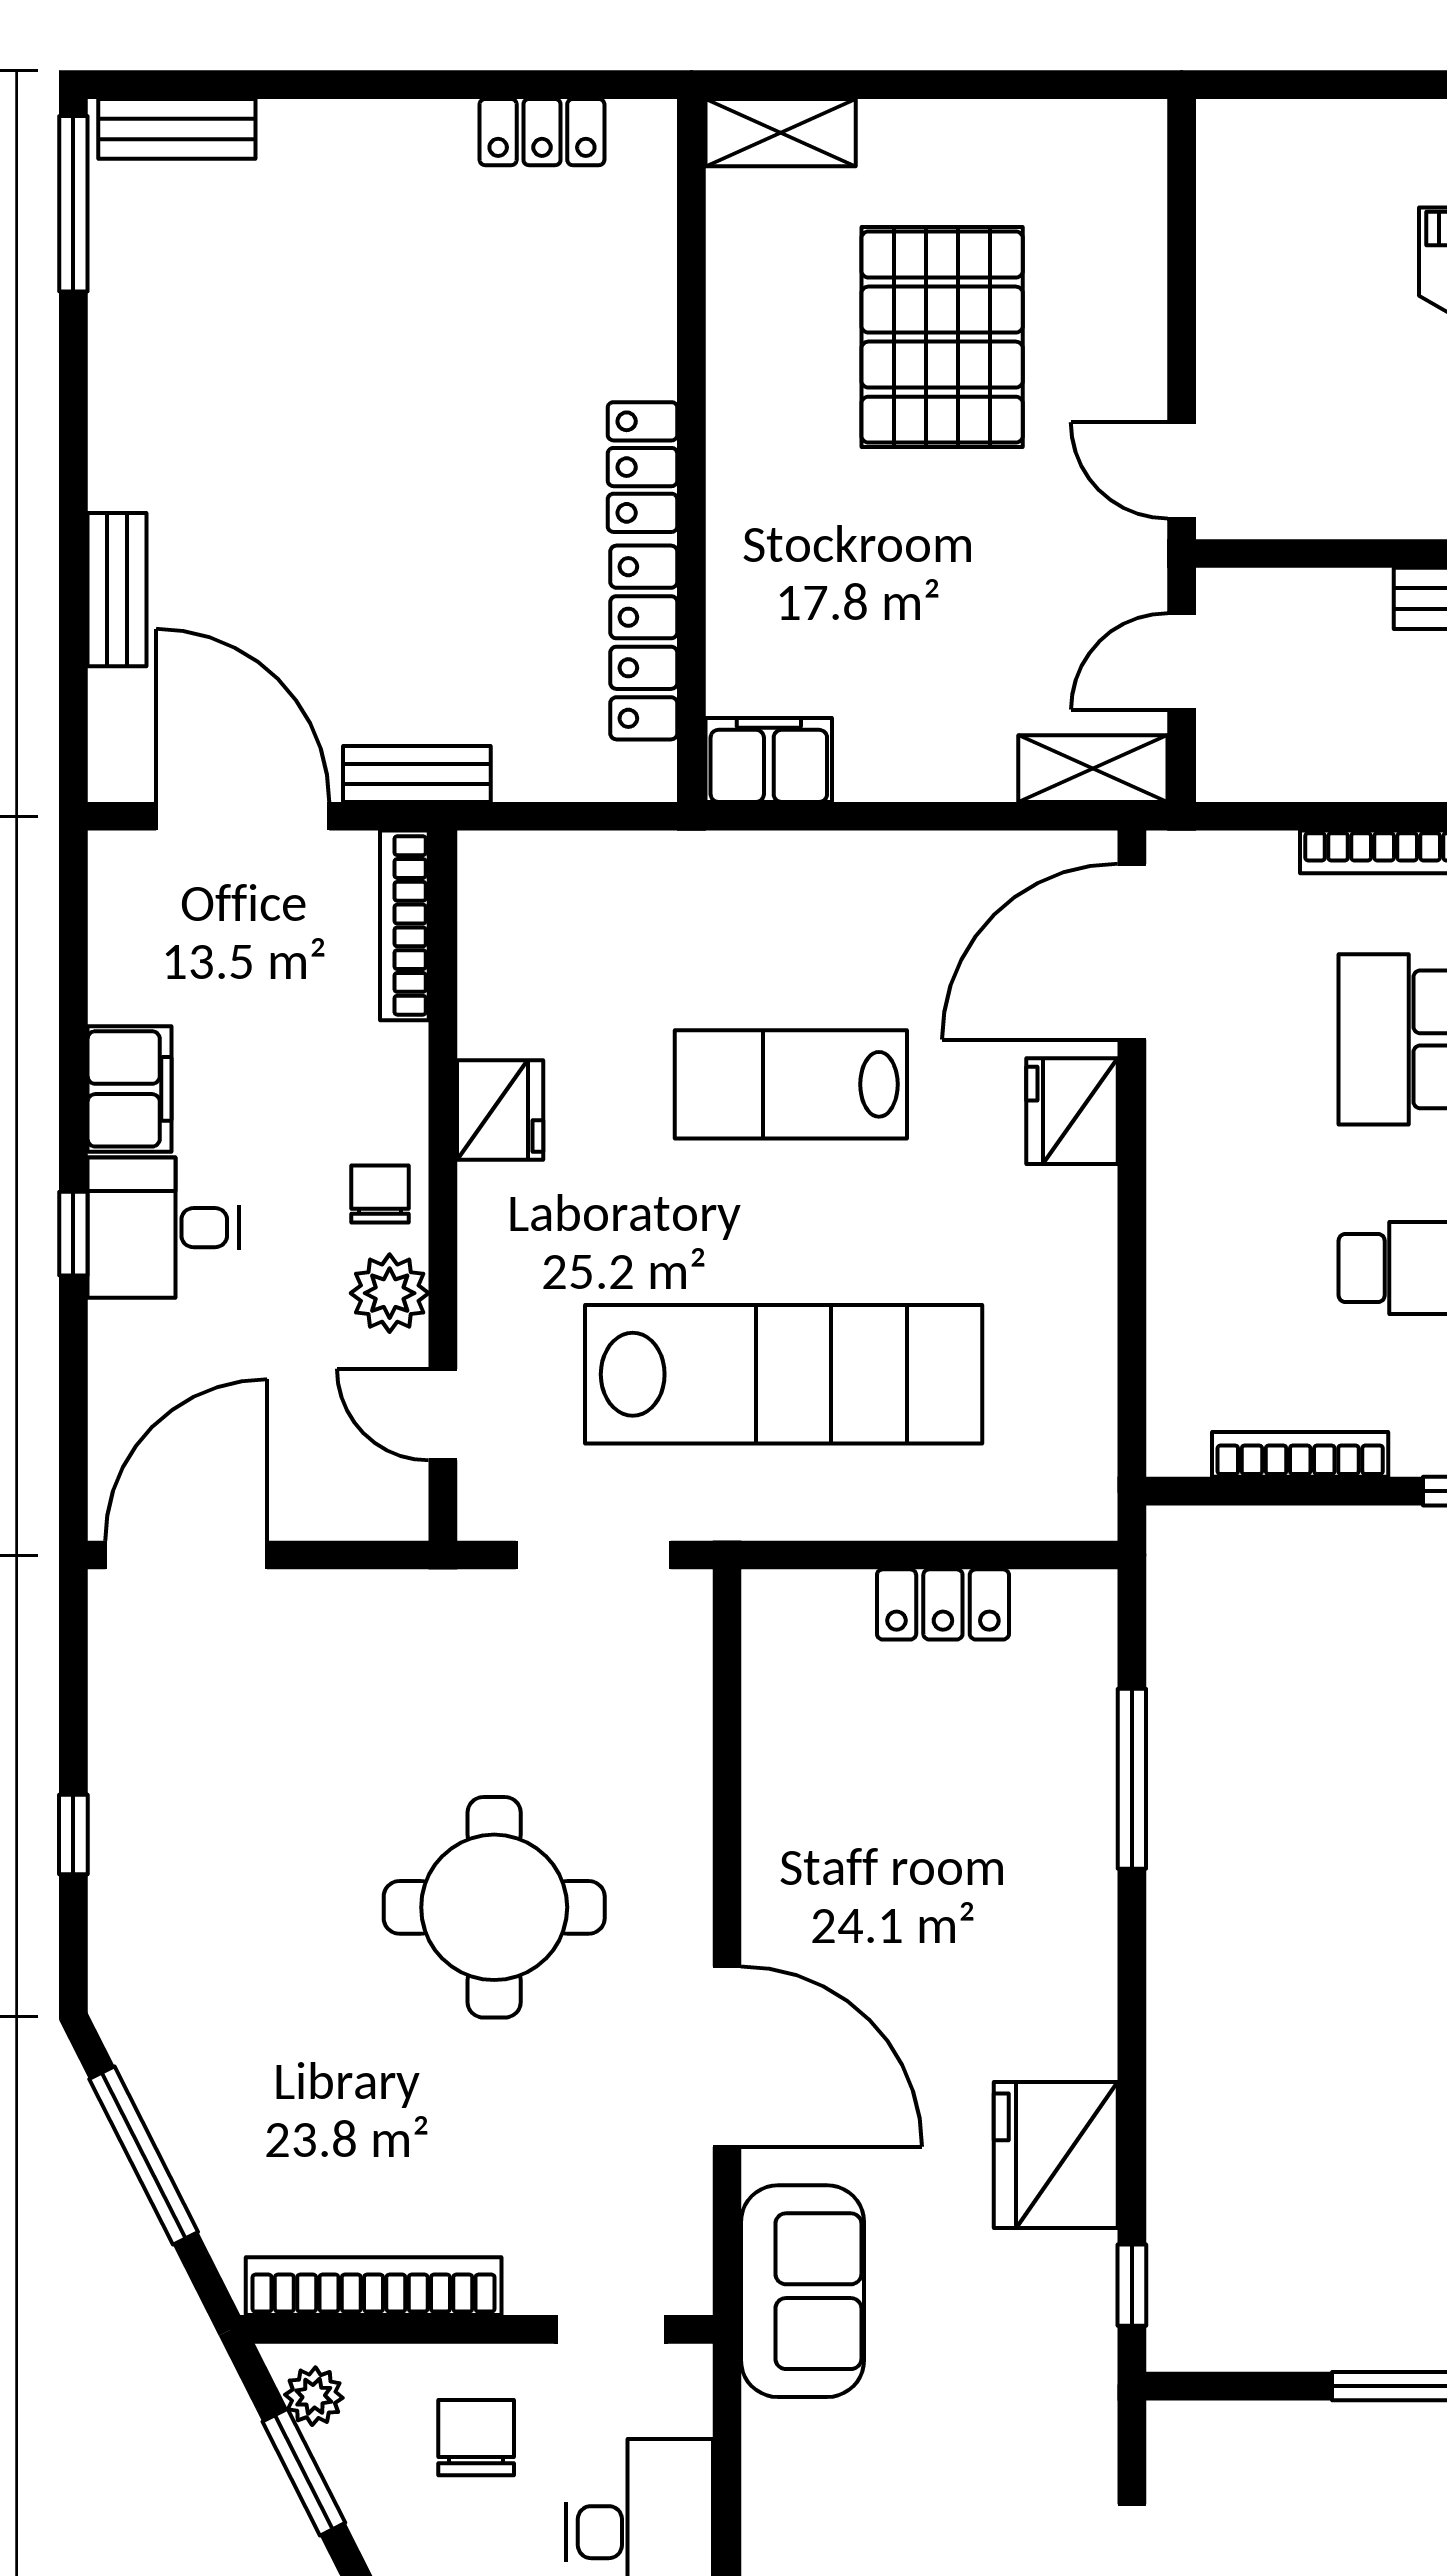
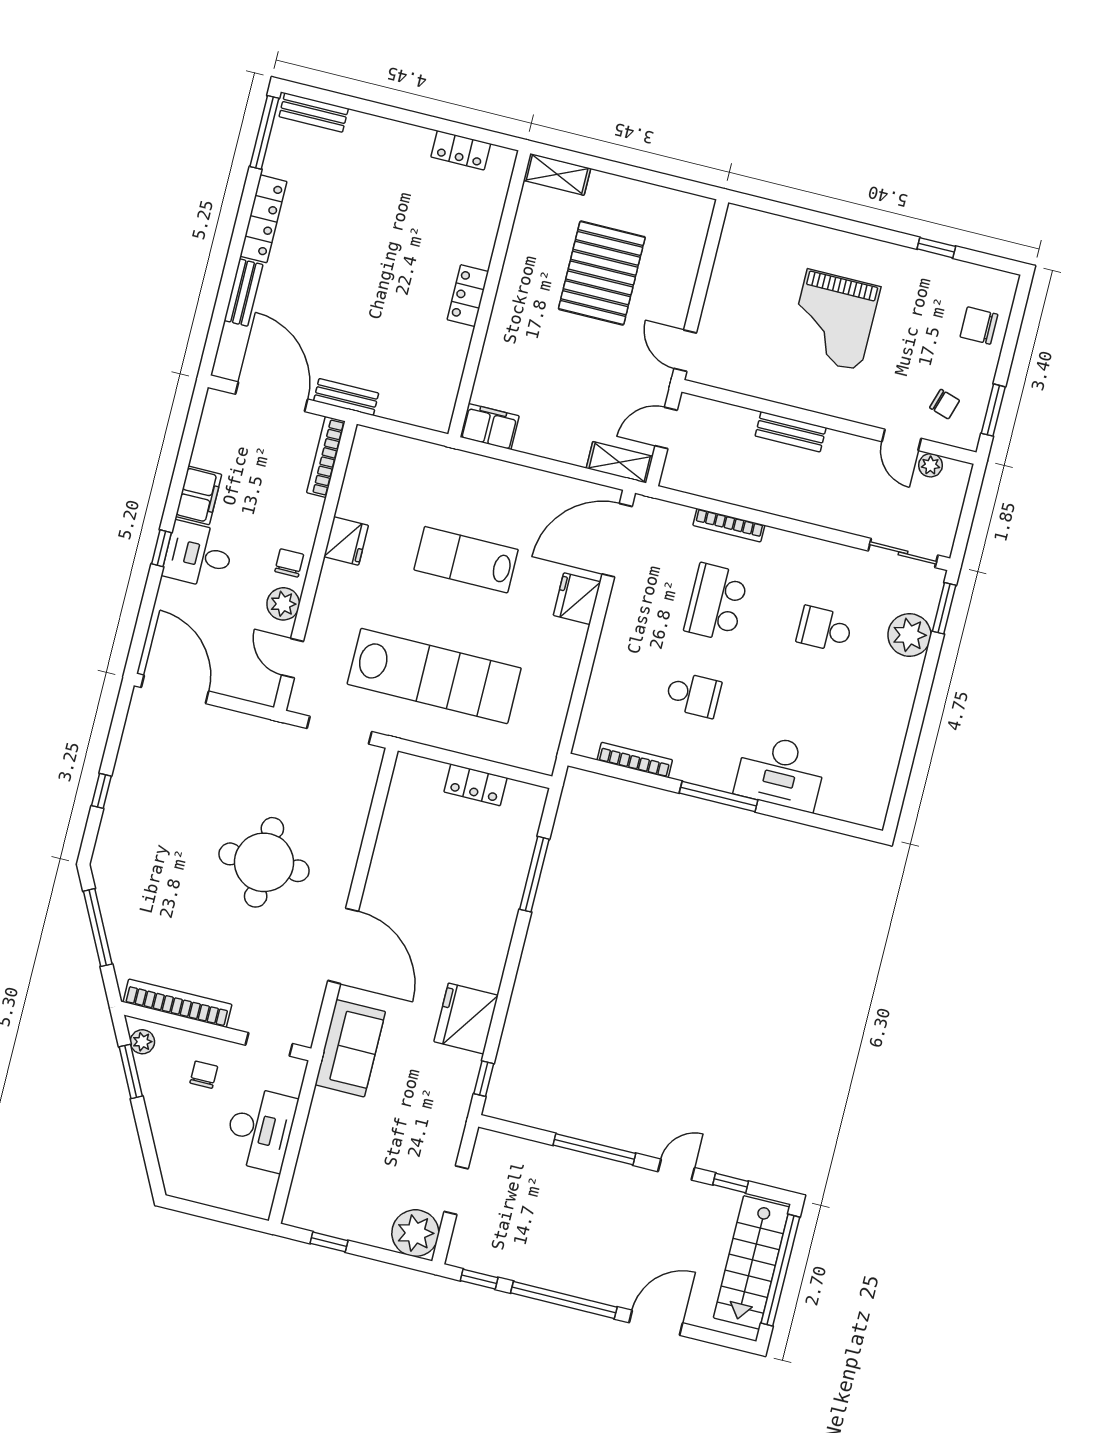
locker: (644, 643) -> (263, 219), moved, turned 180
door: (186, 1555) -> (175, 689), hinge flipped
chair: (476, 2438) -> (204, 1075), width x0.73, depth x0.73

